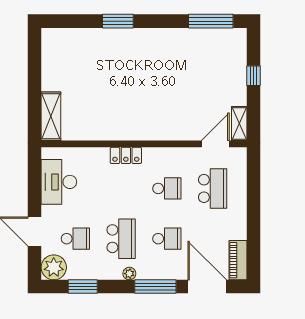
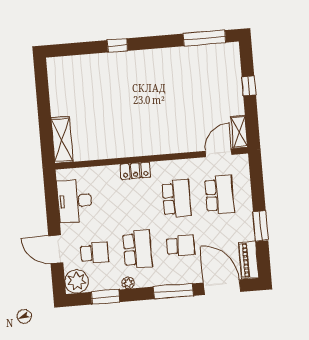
window: (118, 21) -> (117, 45), width x0.67
school desk: (167, 188) -> (176, 198), width x1.85
window: (253, 225) -> (261, 226), added
plant: (129, 274) -> (128, 283), moved

